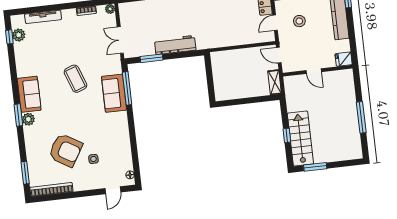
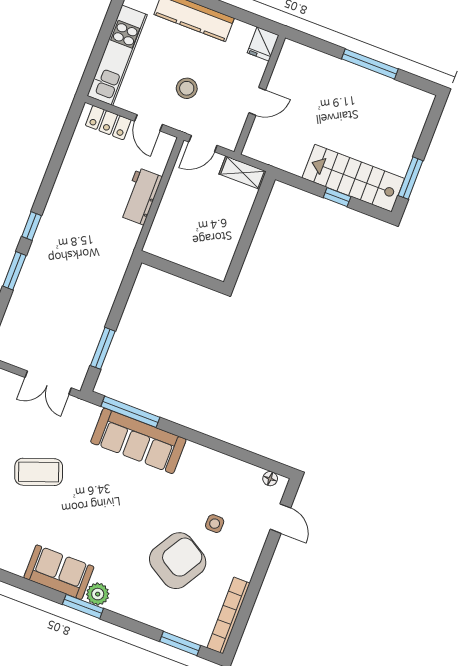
stool: (299, 21) -> (187, 88), moved
workbench: (175, 45) -> (141, 196), moved, width x0.73
coffee table: (75, 79) -> (39, 472), moved
sofa: (114, 93) -> (138, 441), width x1.36

